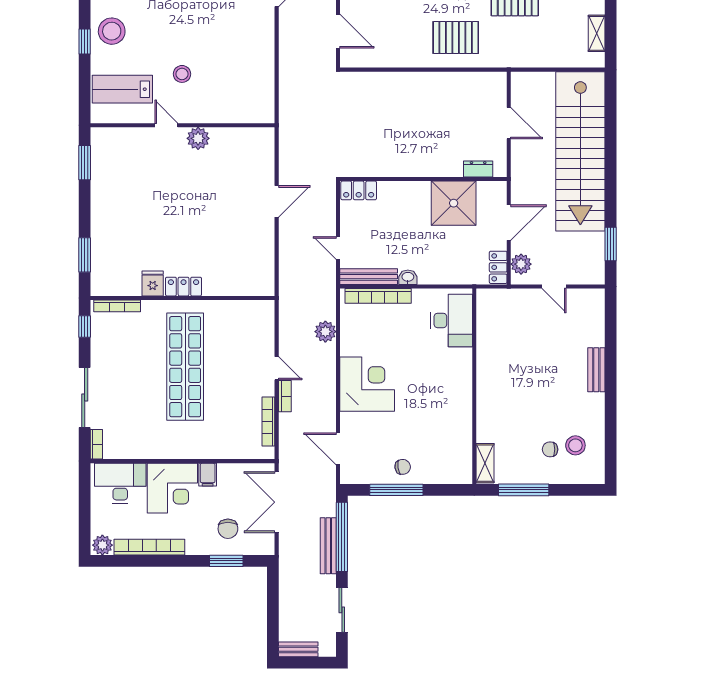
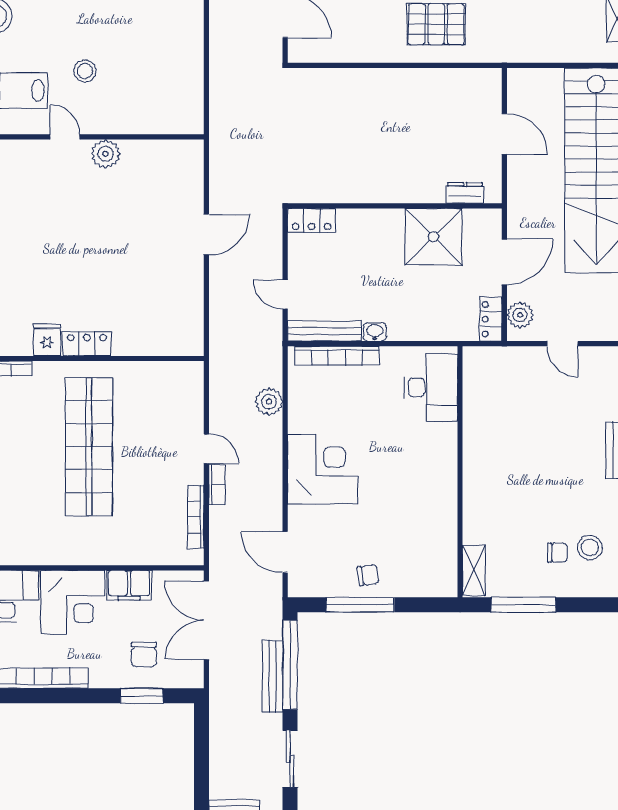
chair: (550, 449) -> (557, 553), turned 180
filing cabinet: (208, 475) -> (129, 585), width x2.00

